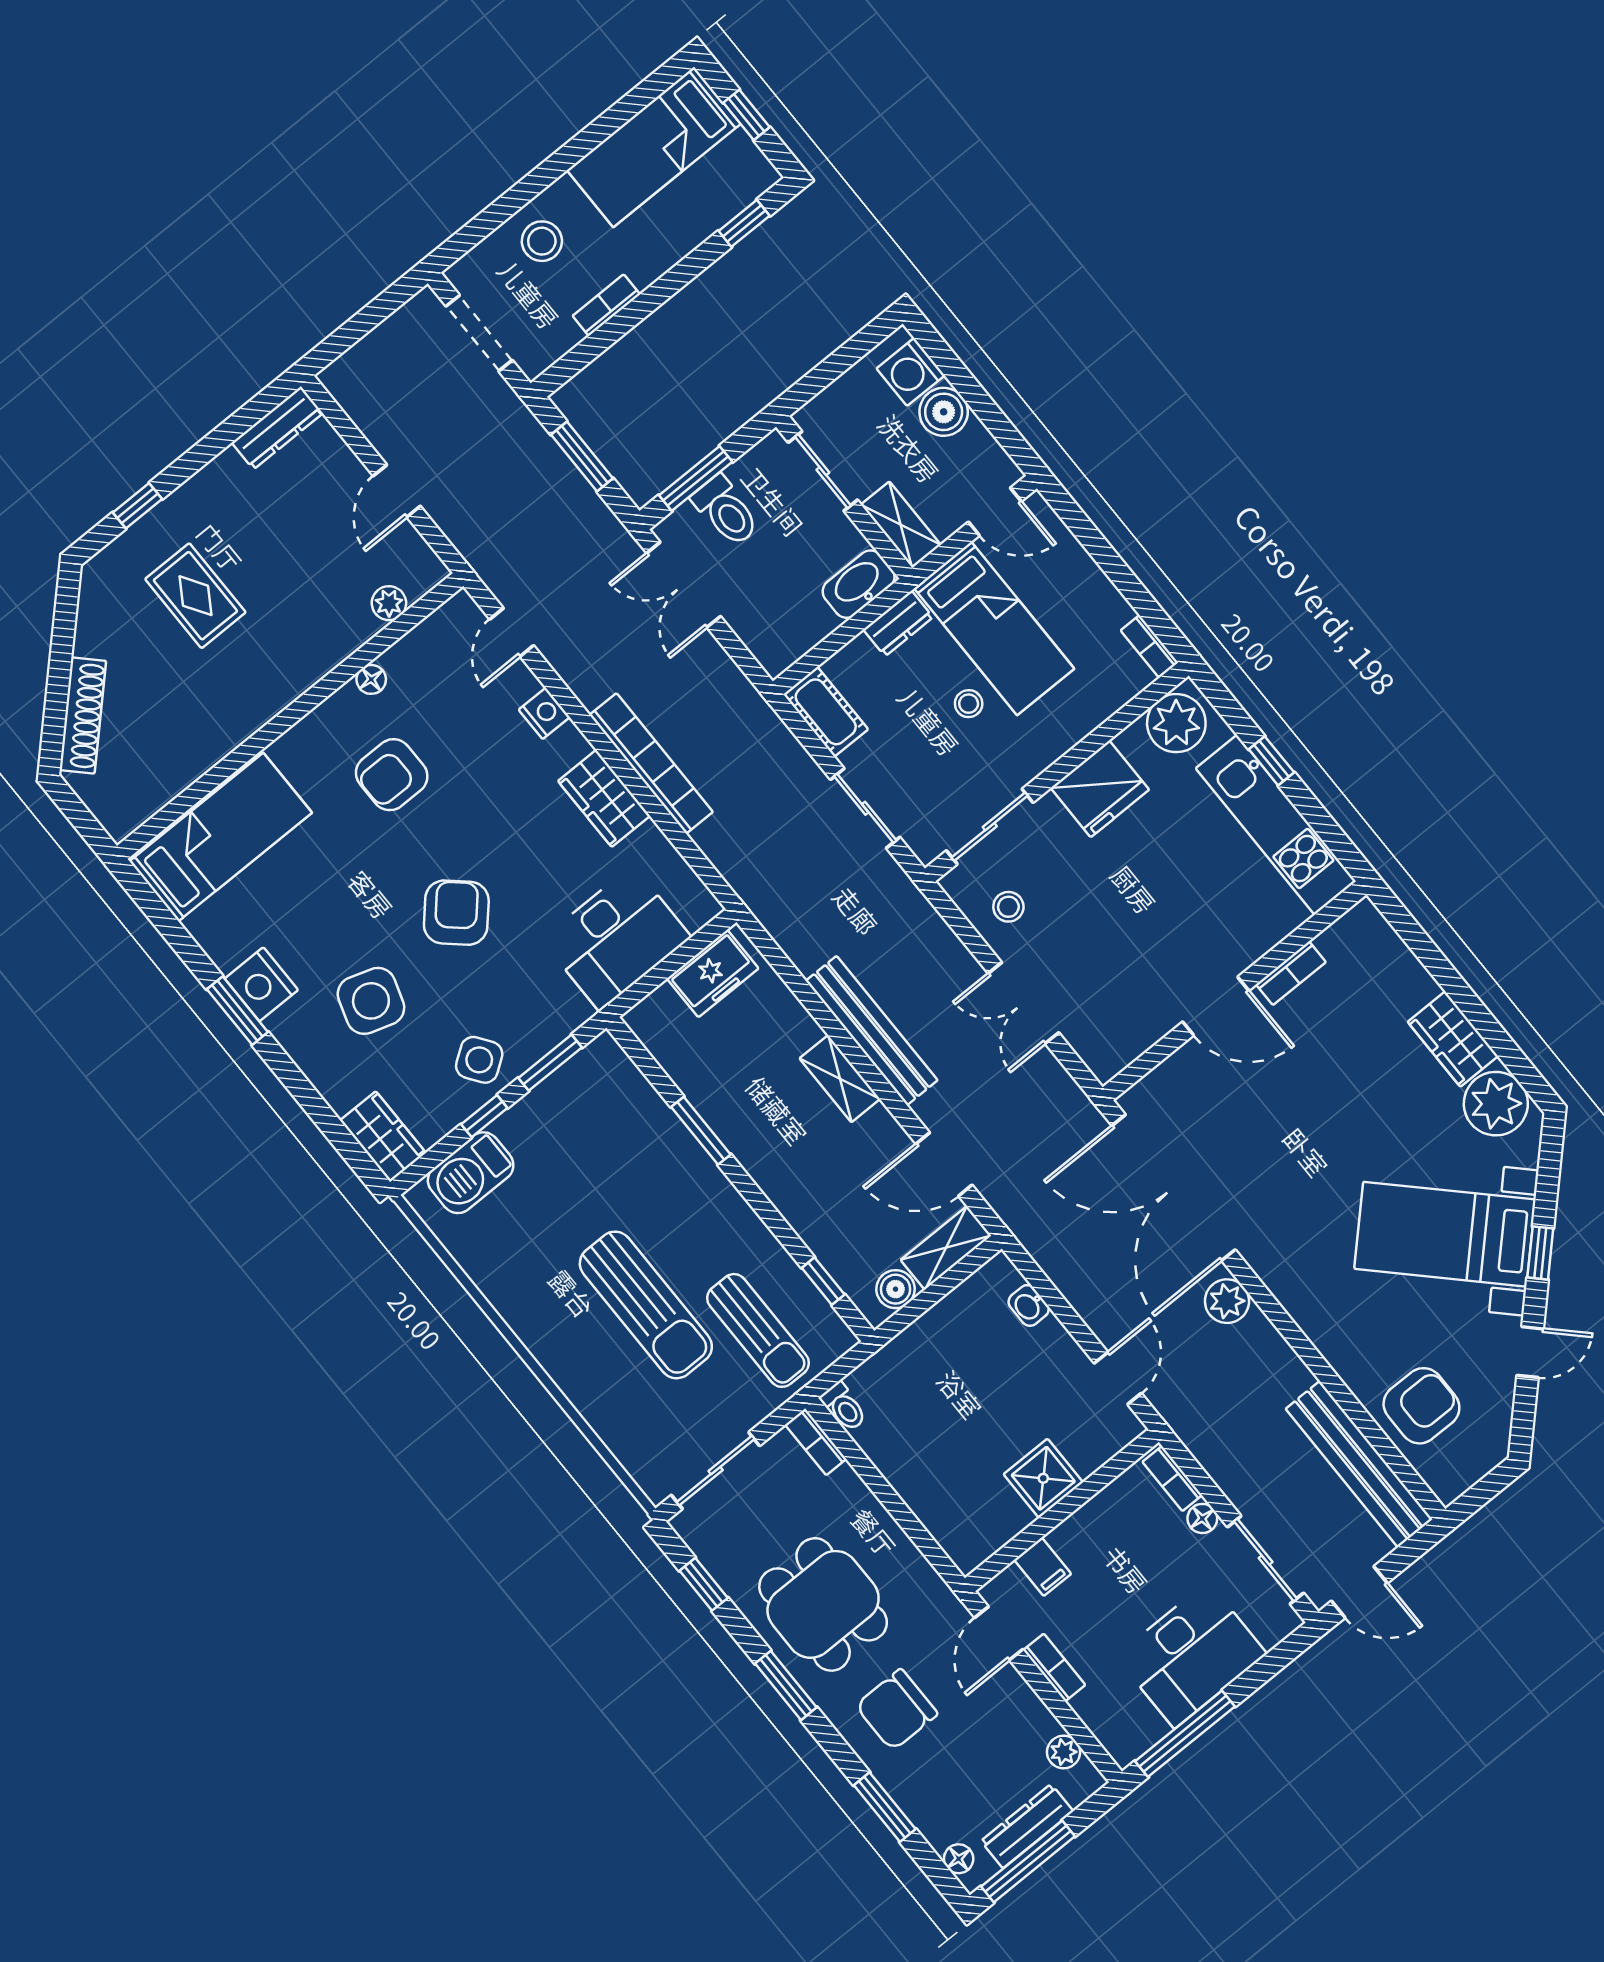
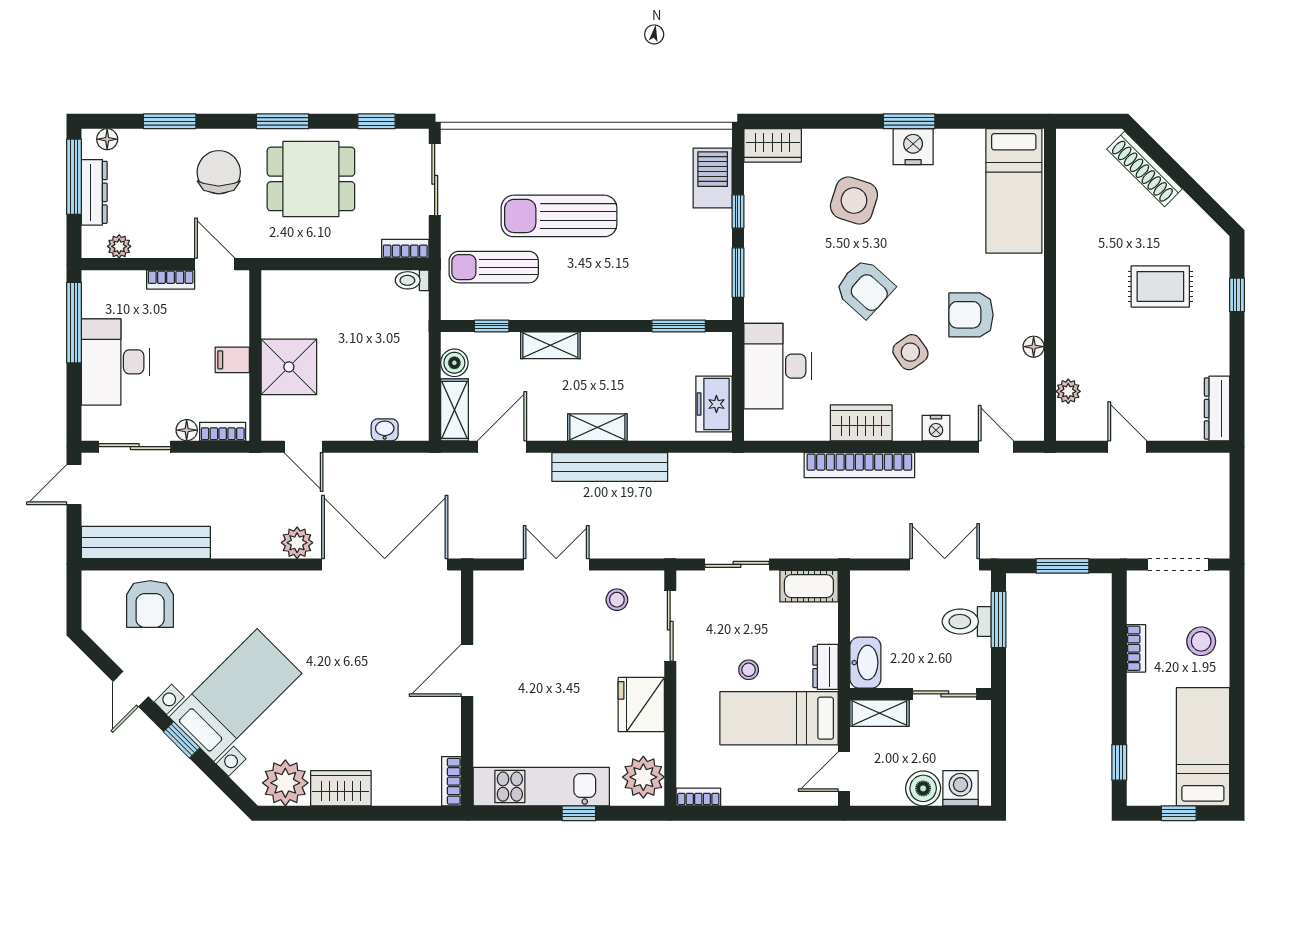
armchair: (392, 775) -> (971, 315), turned -90
bookcase: (1291, 973) -> (451, 781), moved
side table: (479, 1060) -> (910, 352), moved
window: (701, 1131) -> (679, 326), moved
shelving: (793, 1201) -> (550, 345), added
shower: (1043, 1478) -> (289, 367), width x1.36, depth x1.36
filing cabinet: (1043, 1567) -> (232, 360), moved

